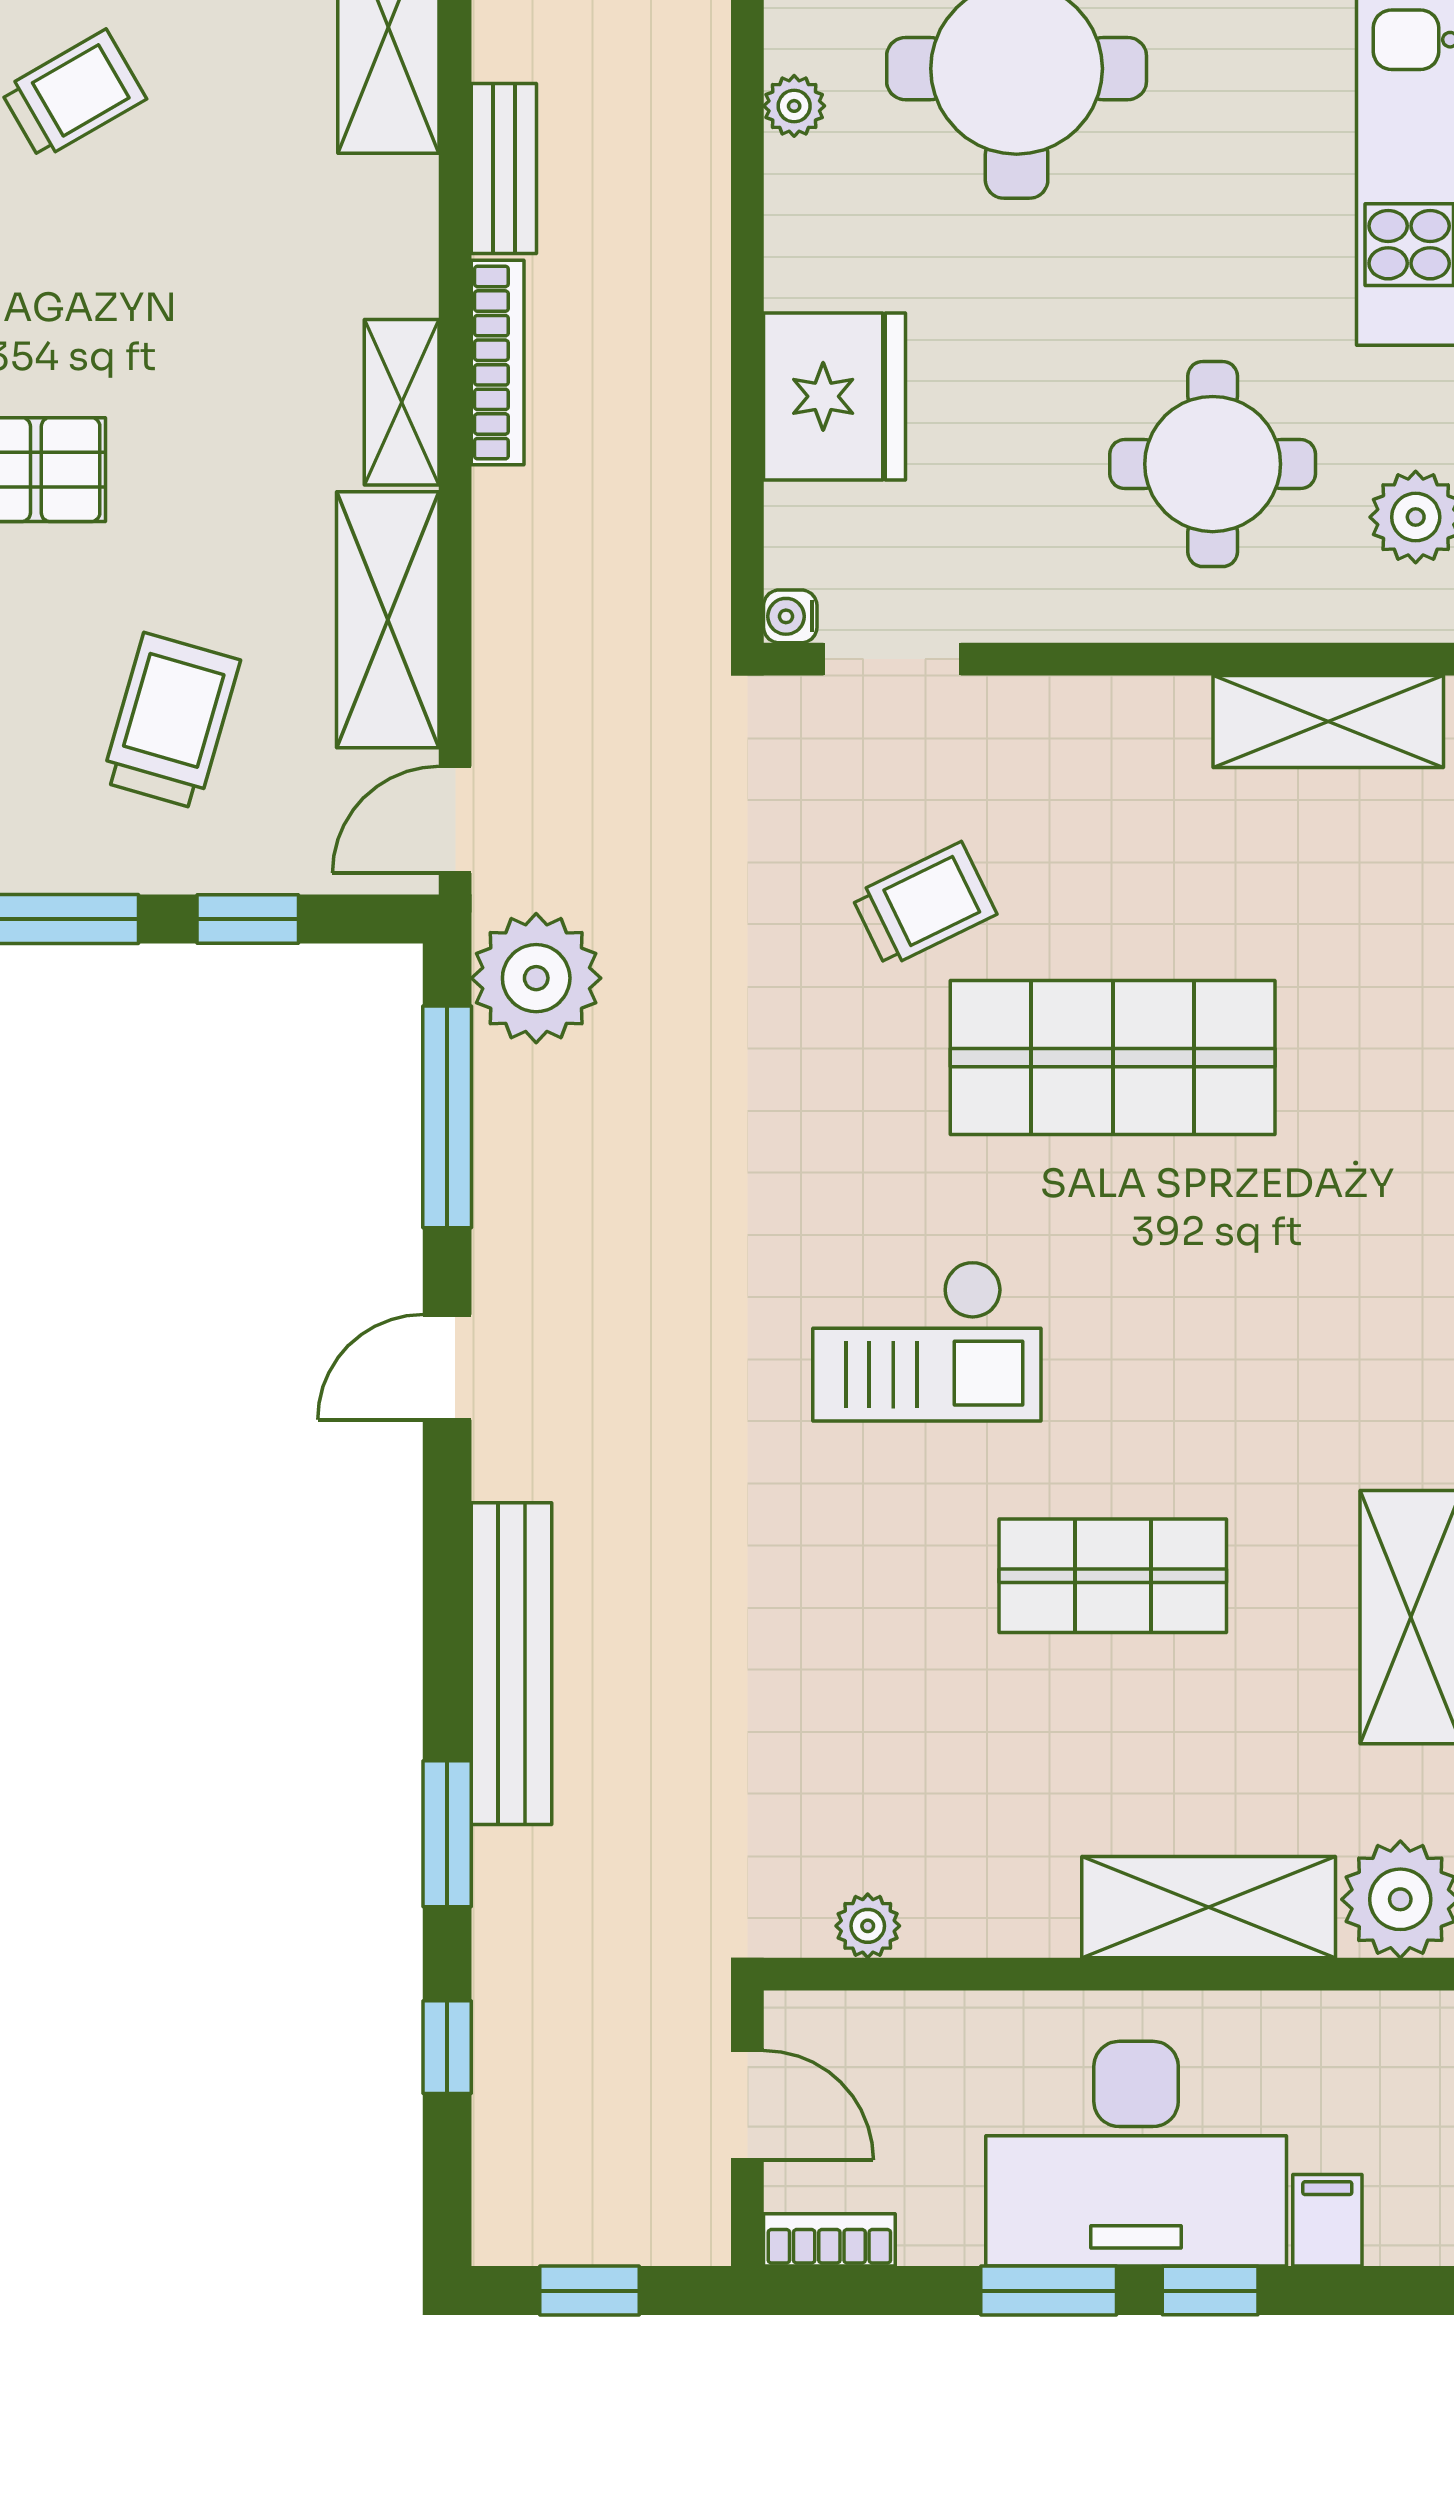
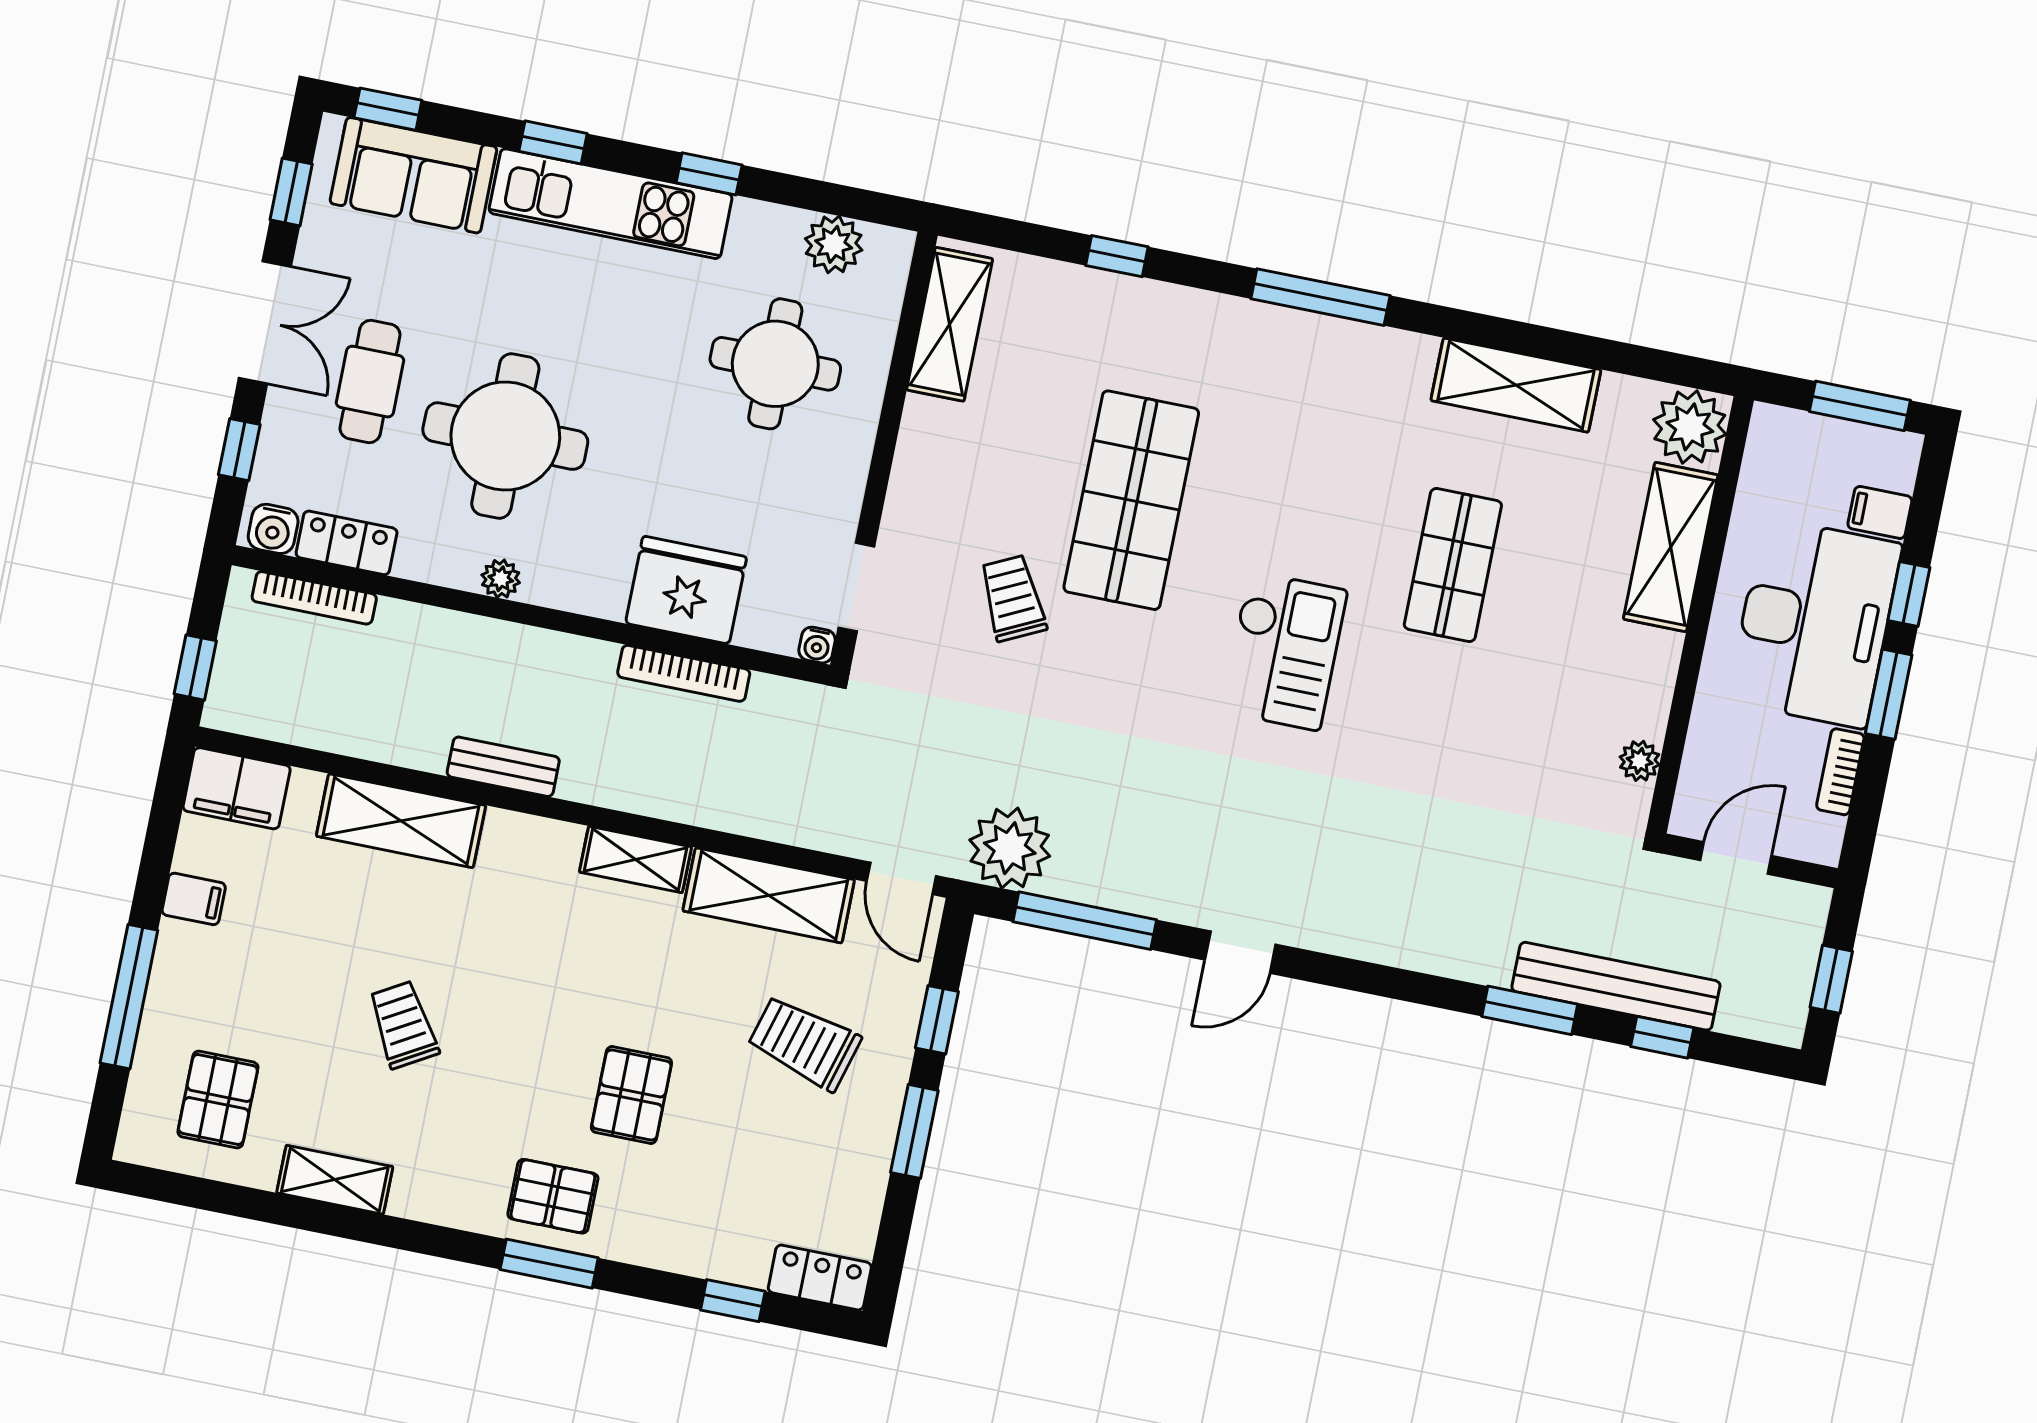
bookcase: (498, 363) -> (684, 673), moved, turned 180
door: (447, 1367) -> (1240, 952), hinge flipped
bench: (512, 1664) -> (1616, 986), moved
bookcase: (829, 2240) -> (1840, 772), moved

